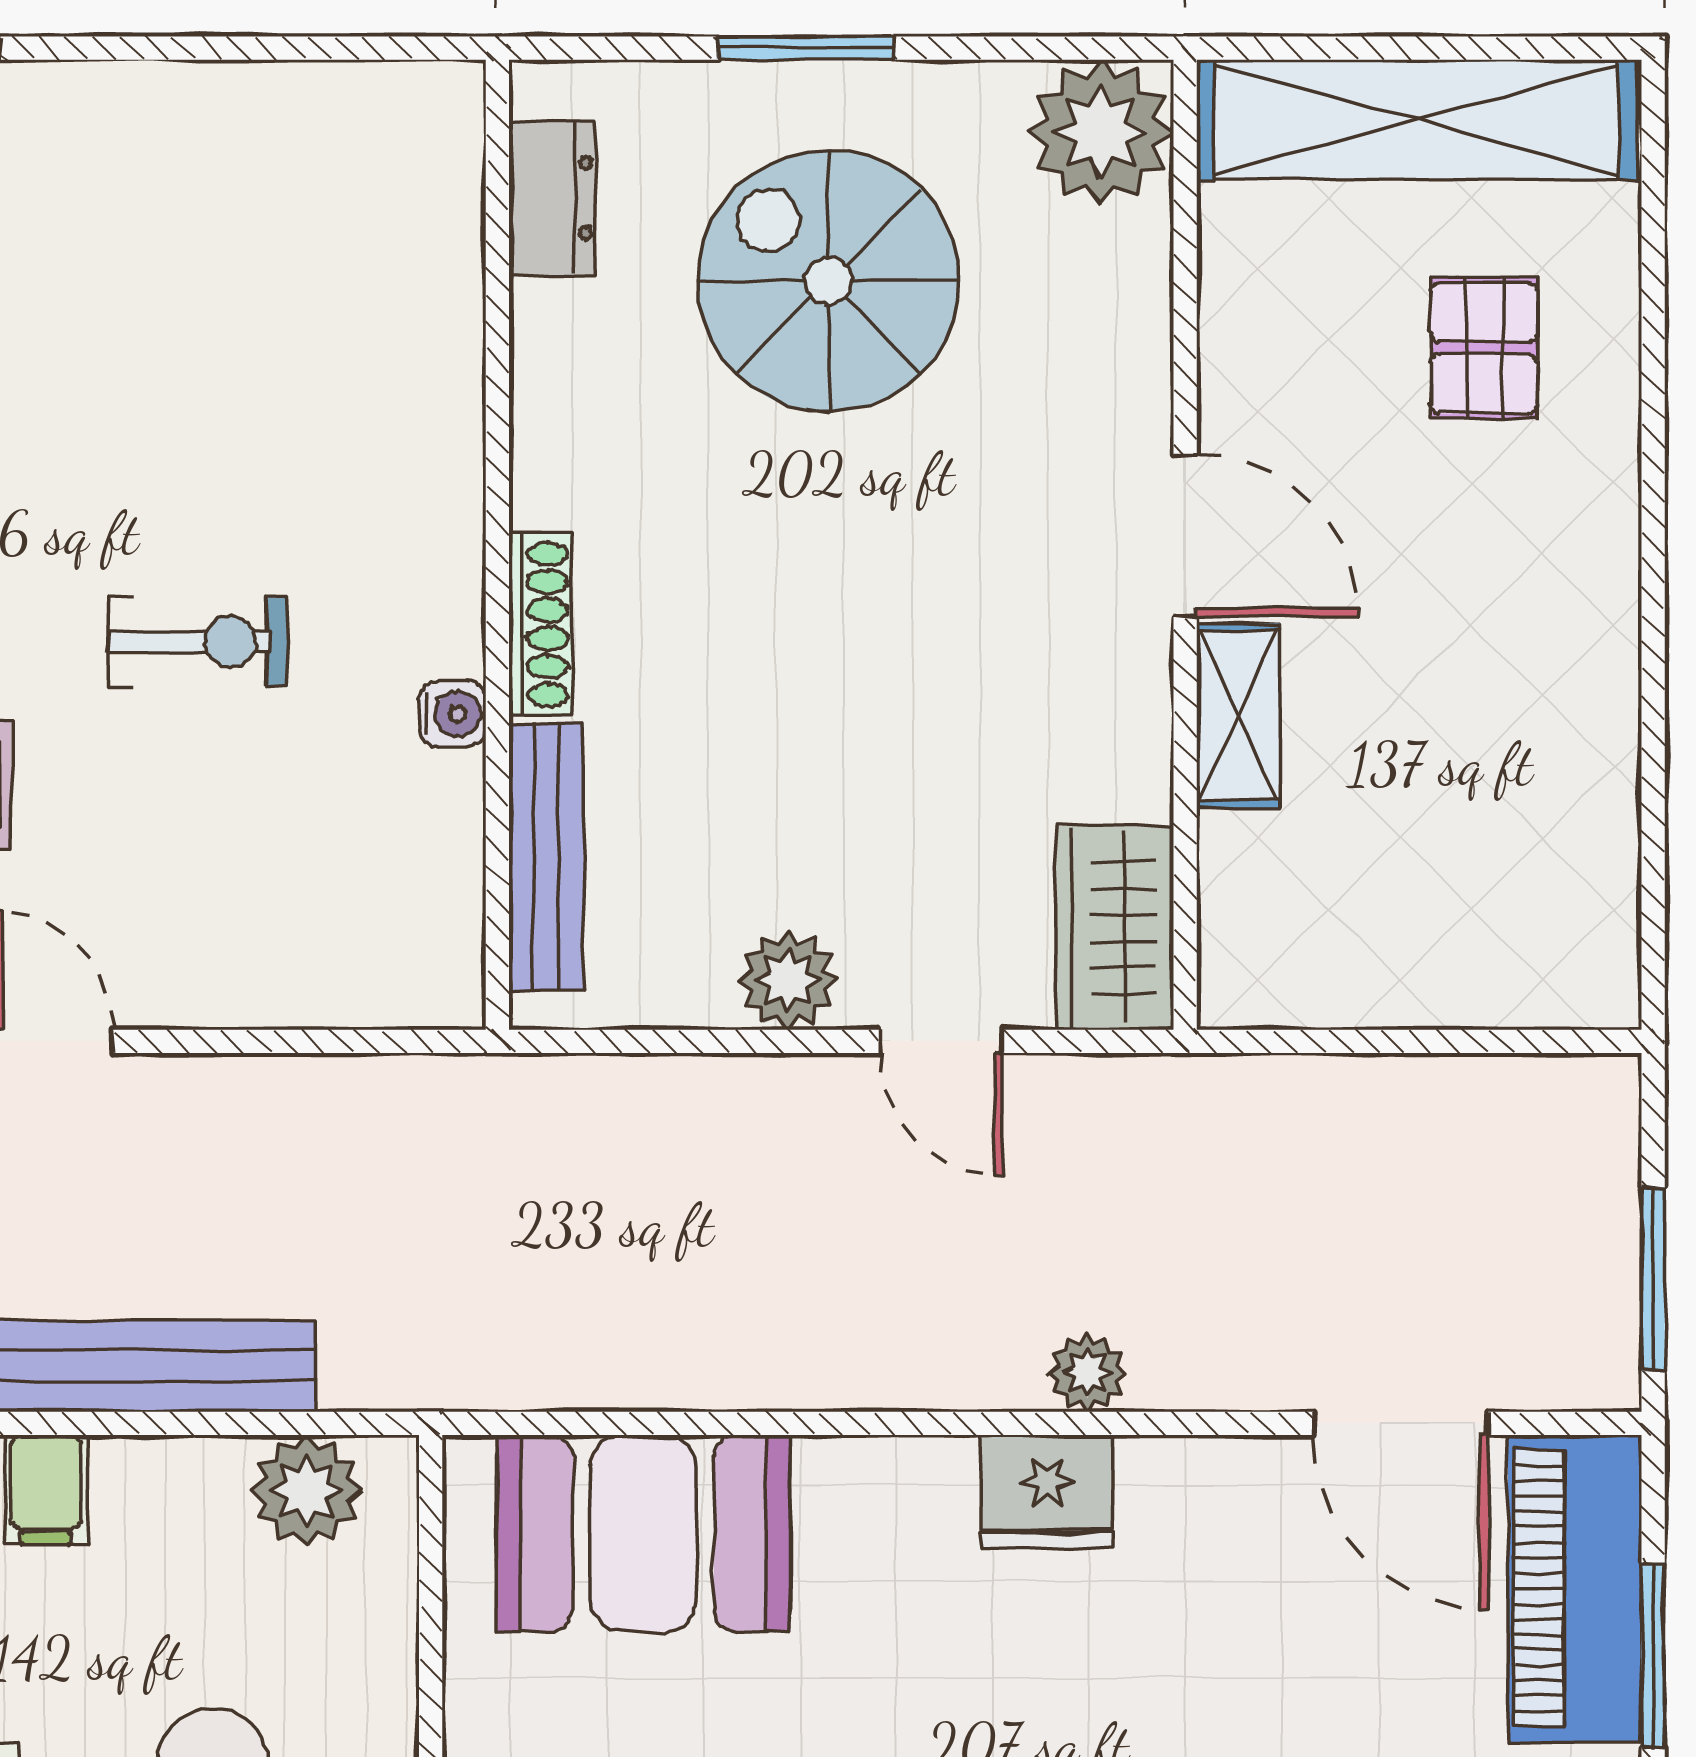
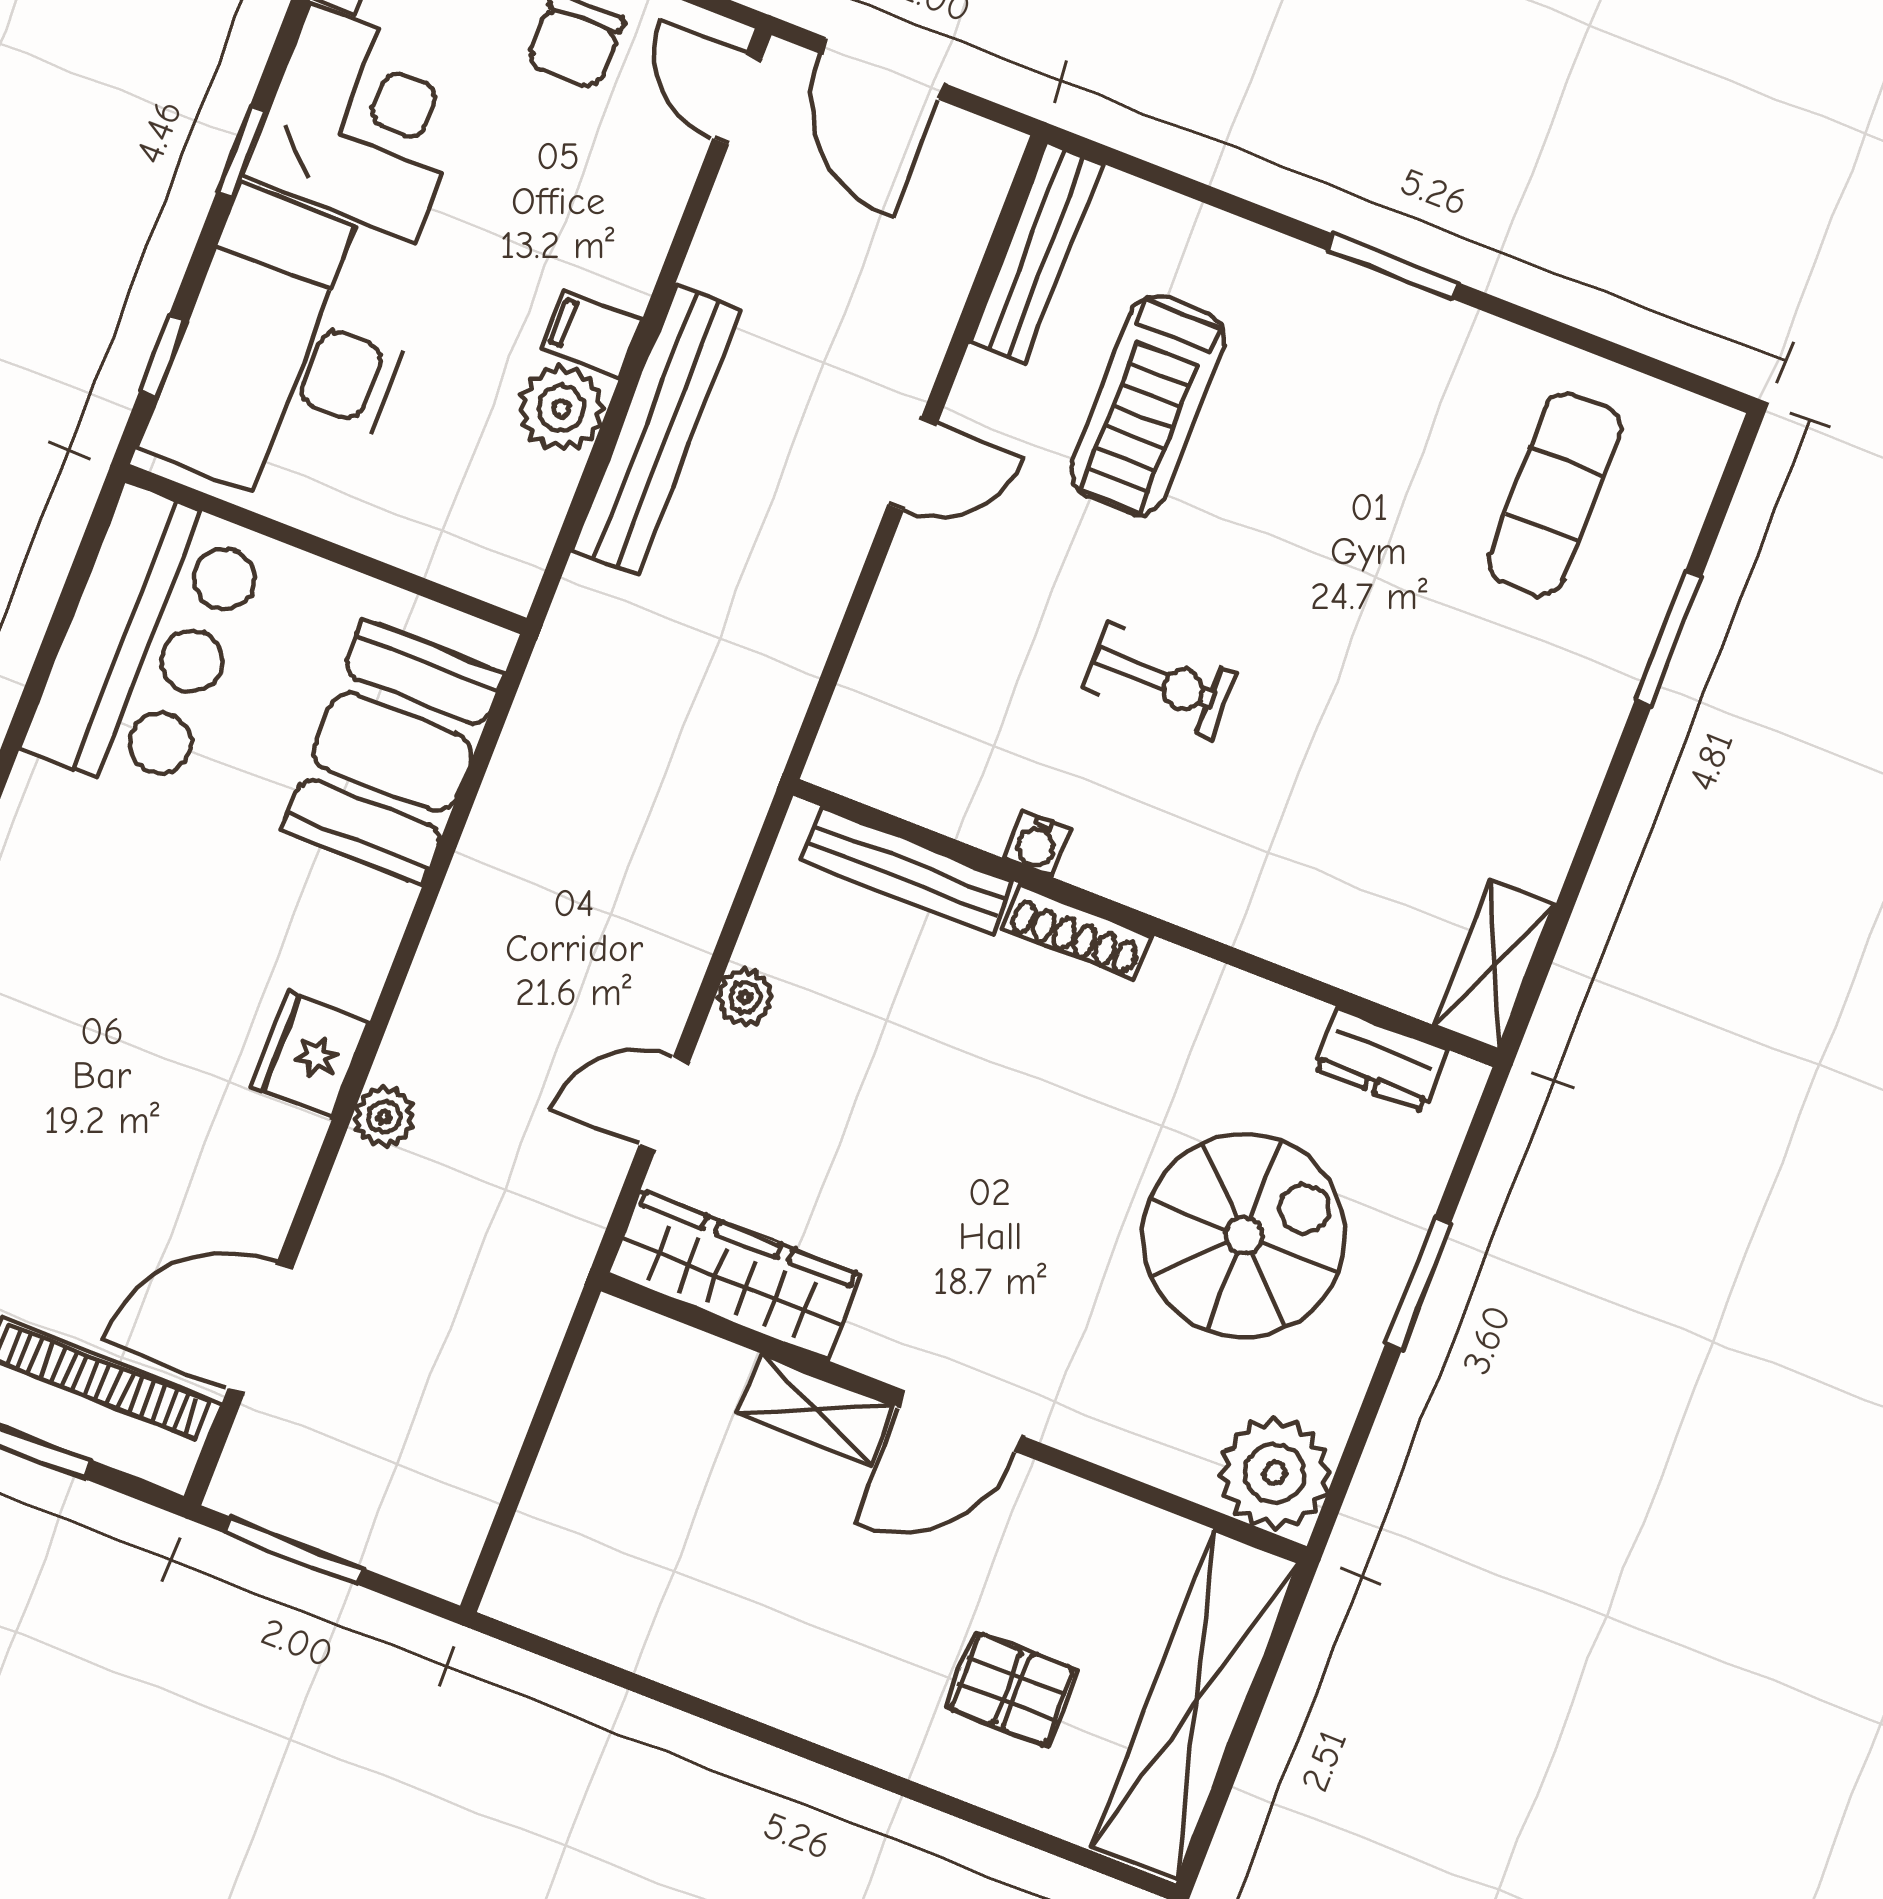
shelving: (385, 105) -> (1494, 965), added
exercise bike: (198, 642) -> (1160, 680), turned -90
wardrobe: (1114, 928) -> (734, 1275), width x1.50
plant: (788, 980) -> (745, 997), width x0.73, depth x0.73
plant: (306, 1491) -> (561, 408), moved

